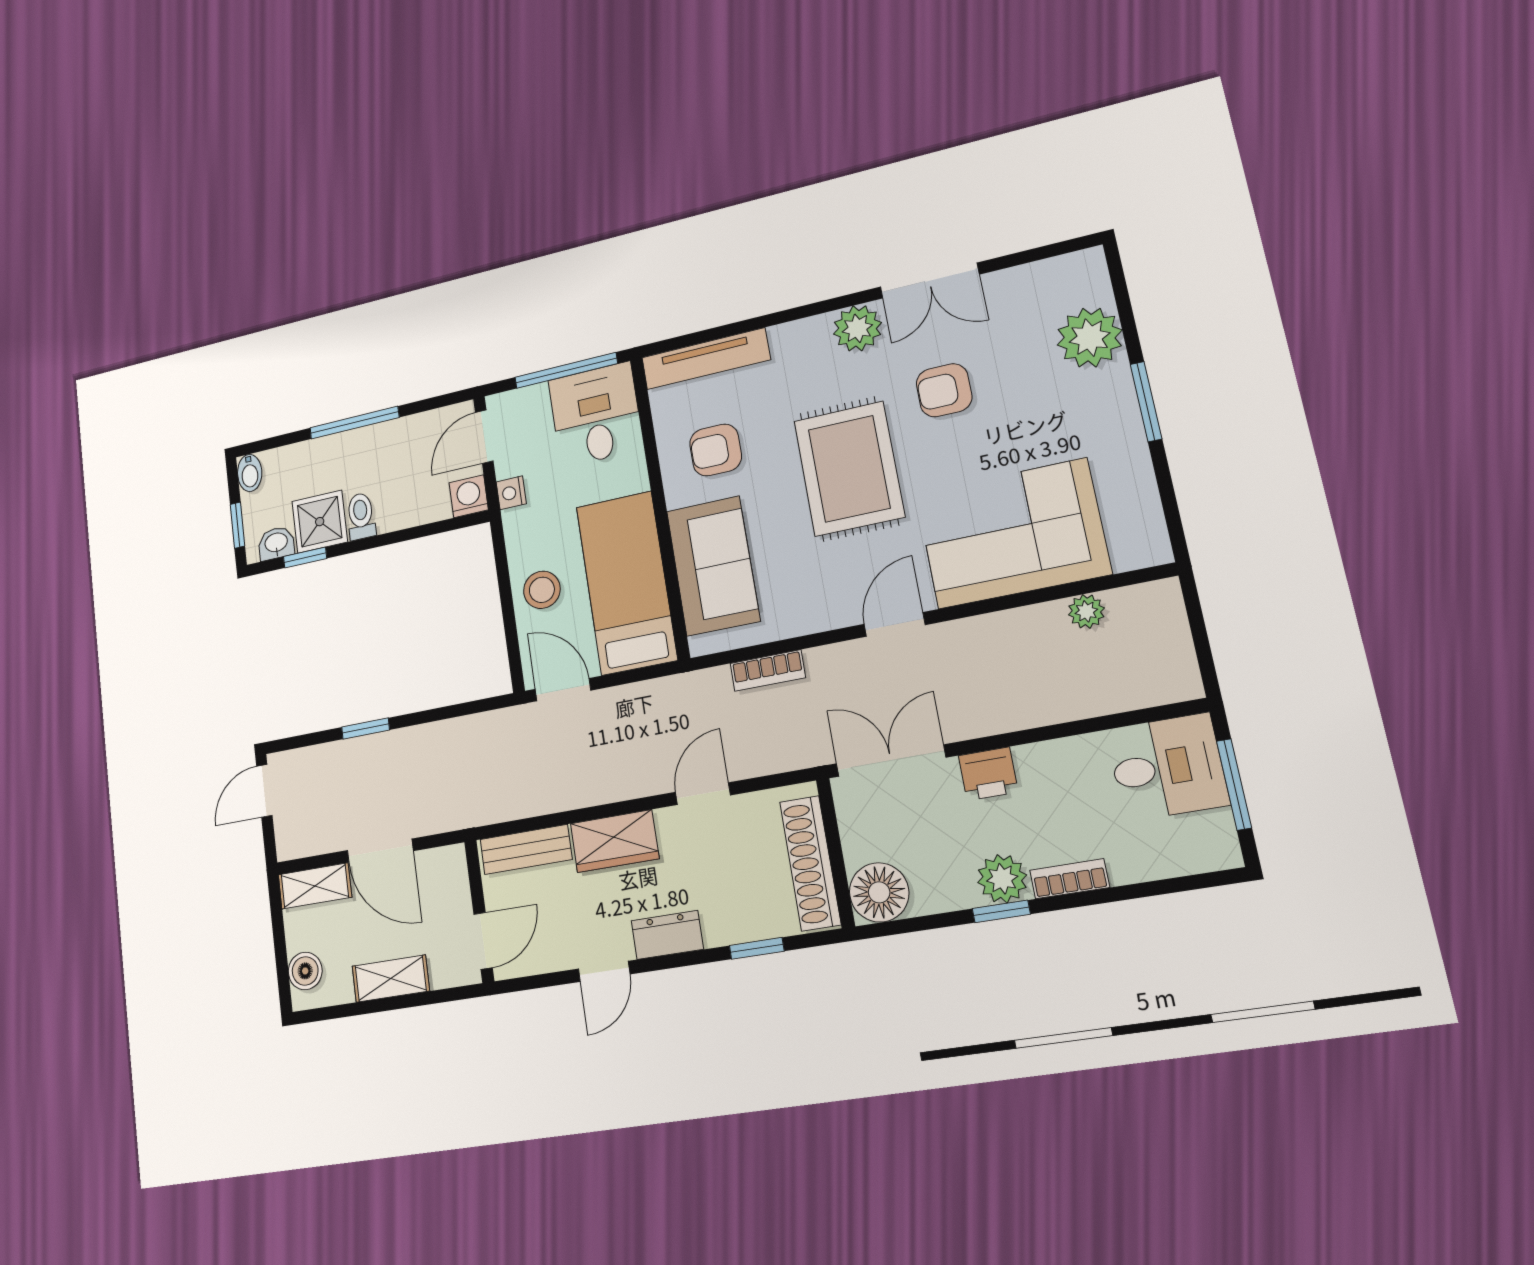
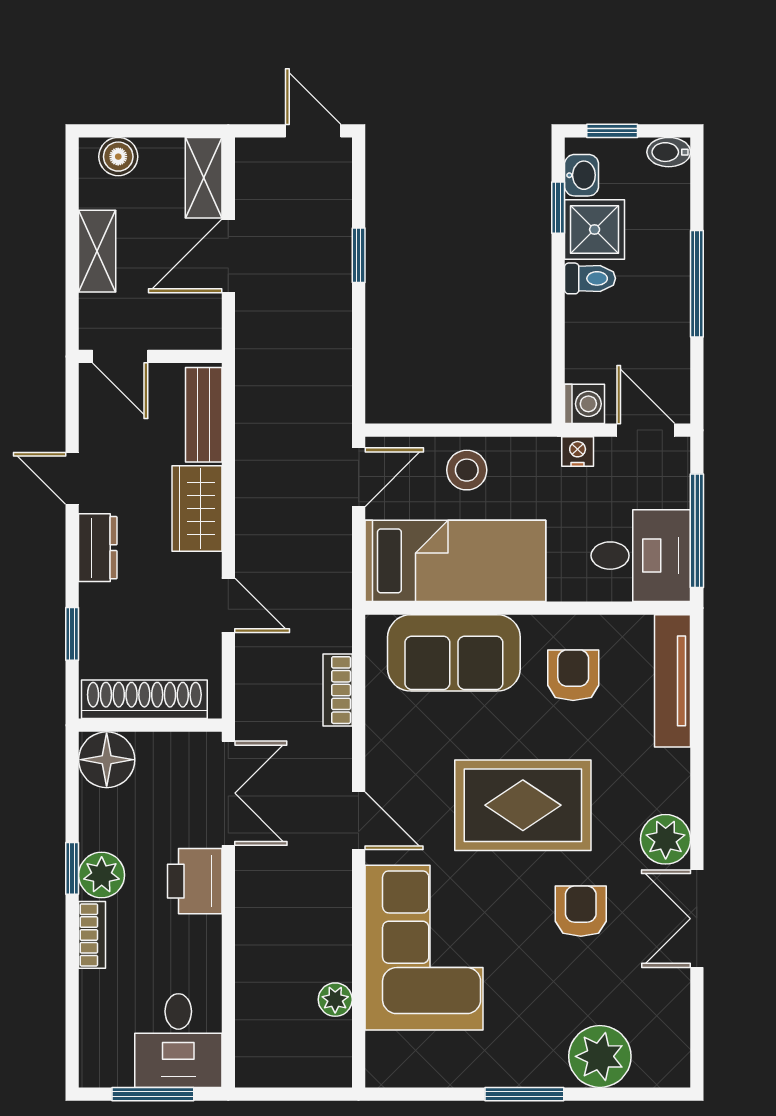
printer: (988, 774) -> (195, 881), width x1.36, depth x1.24

